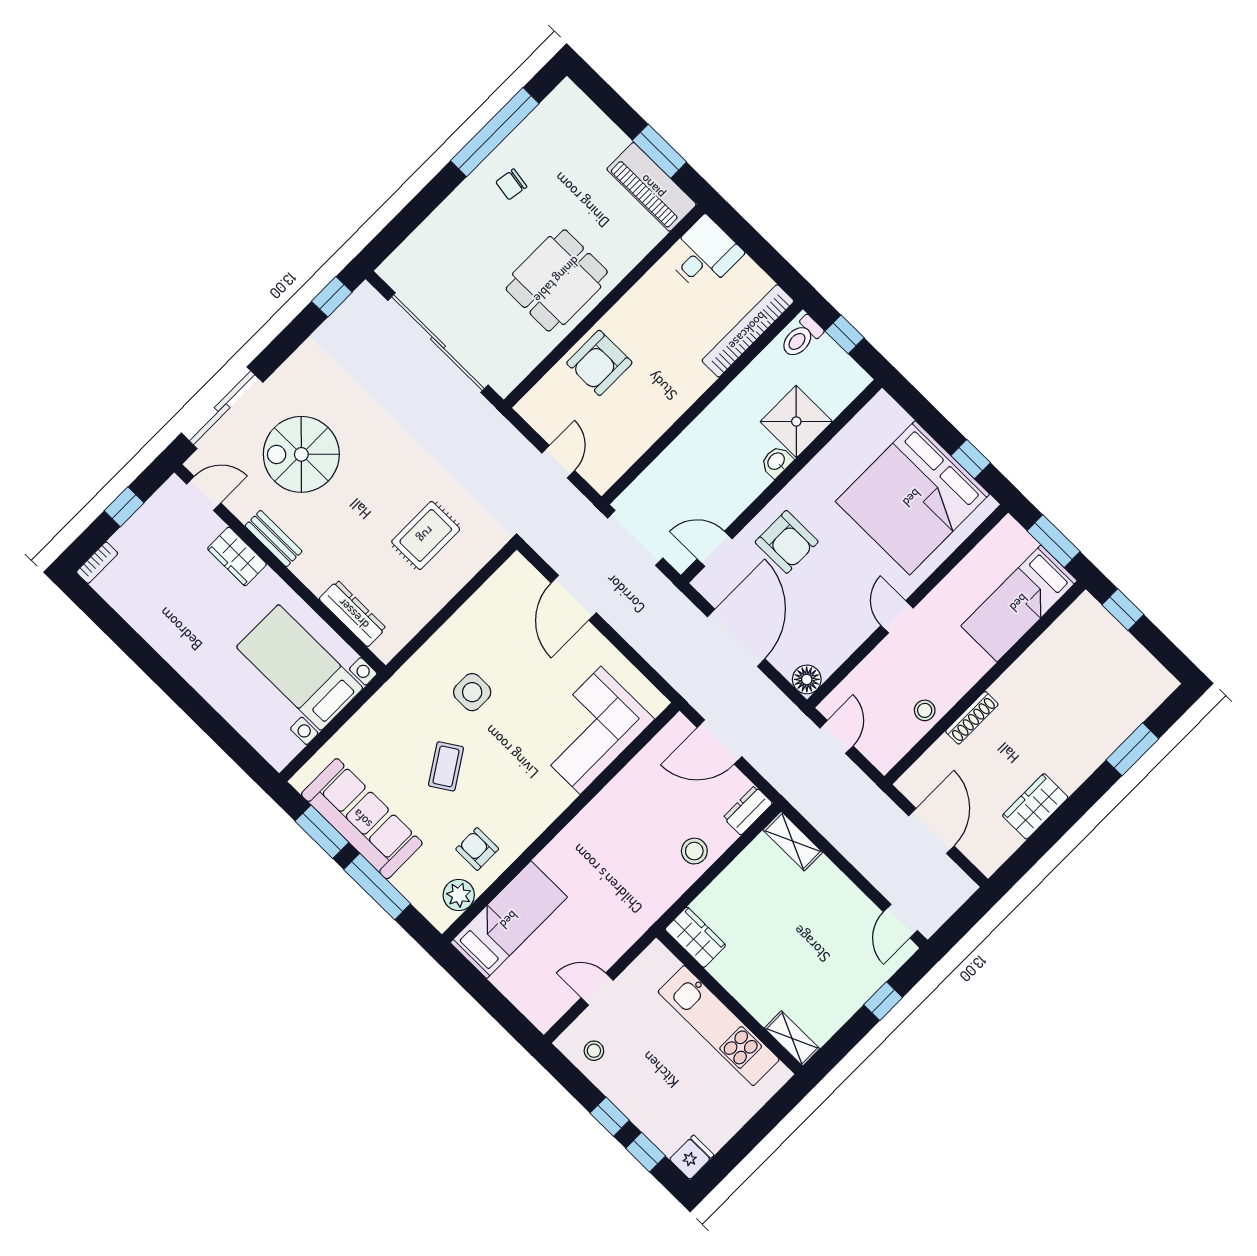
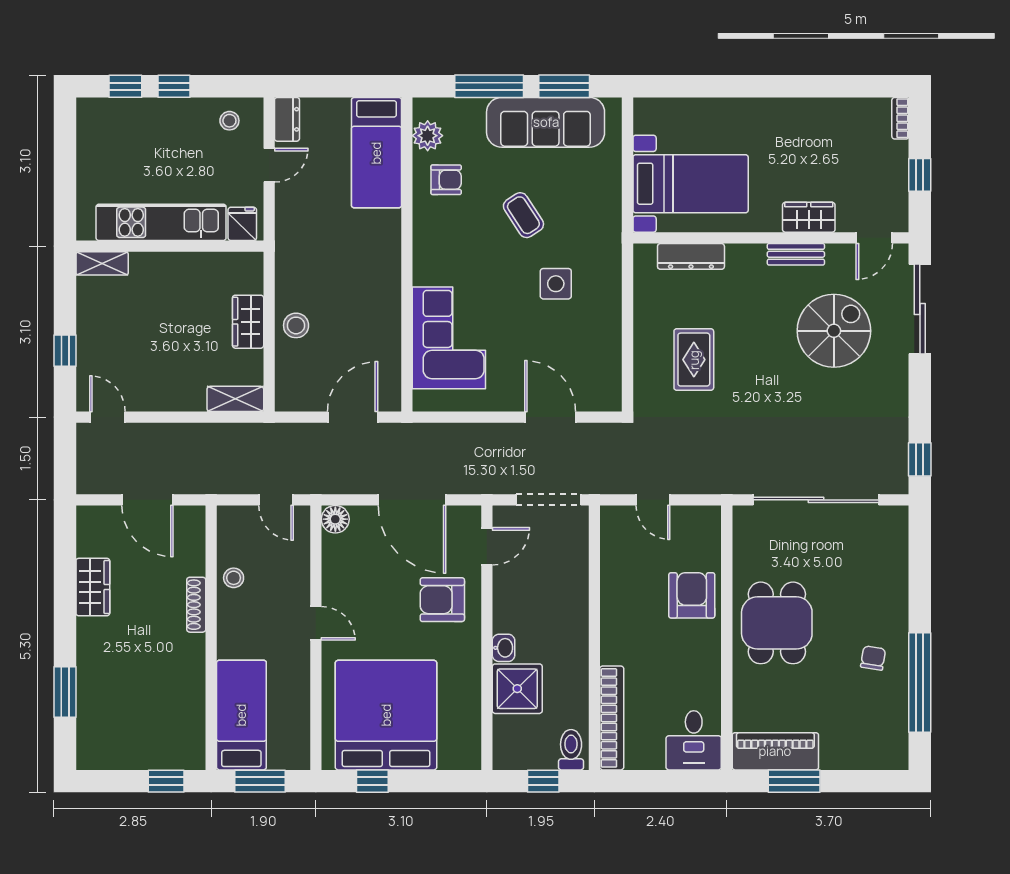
dresser: (748, 810) -> (287, 119), moved
wardrobe: (695, 937) -> (248, 322), moved, turned 90
fridge: (692, 1157) -> (242, 224), moved, turned 180

